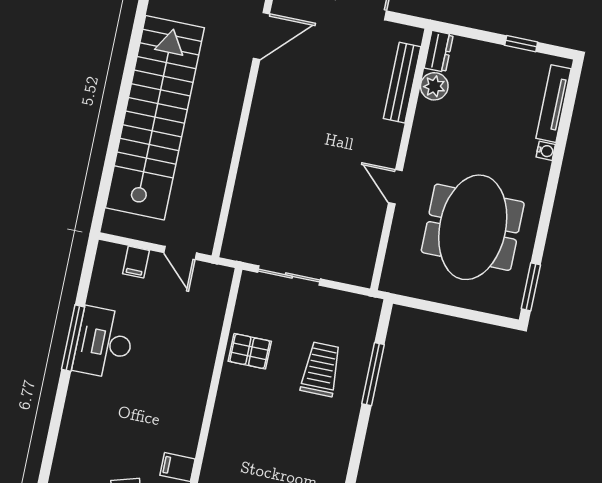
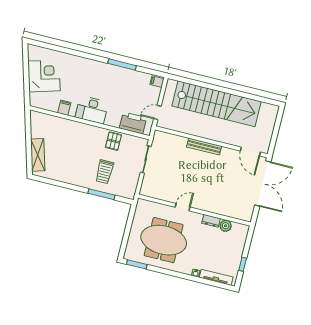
dresser: (439, 51) -> (211, 221), moved
bench: (402, 83) -> (204, 147), moved
filing cabinet: (136, 262) -> (157, 82), moved
printer: (206, 308) -> (133, 123), added
desk: (104, 343) -> (92, 110), moved, turned 180
trolley: (321, 369) -> (104, 172), turned 90

